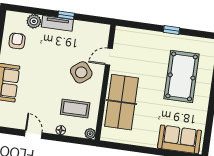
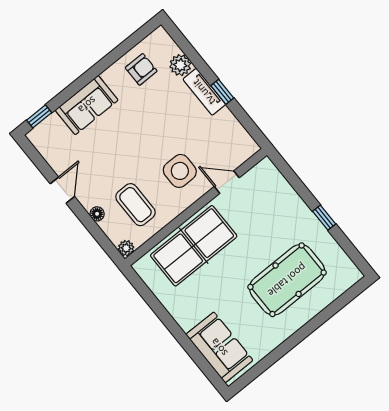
side table: (81, 72) -> (180, 171), turned 38

